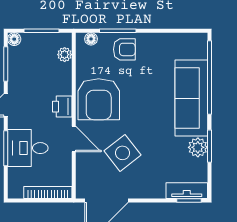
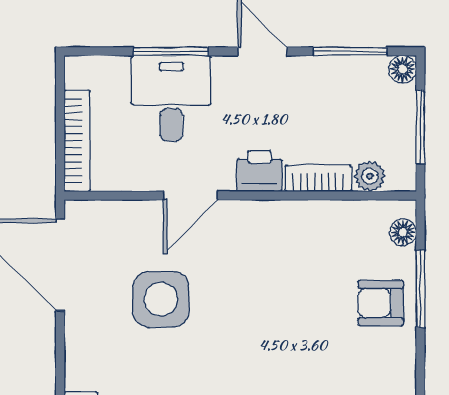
armchair: (124, 49) -> (381, 303), turned 90
bookcase: (66, 79) -> (318, 178), added
armchair: (99, 99) -> (275, 249), removed
side table: (123, 153) -> (161, 299), turned 38

